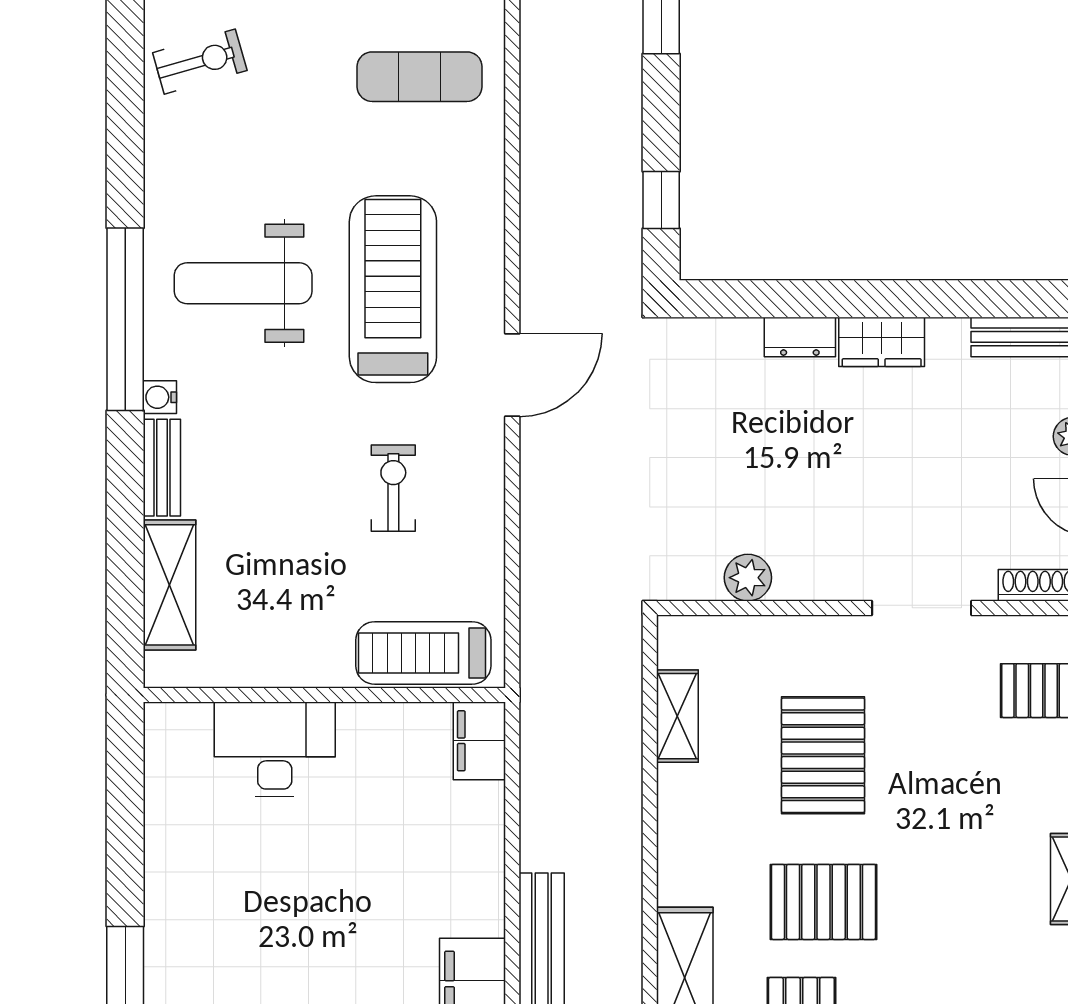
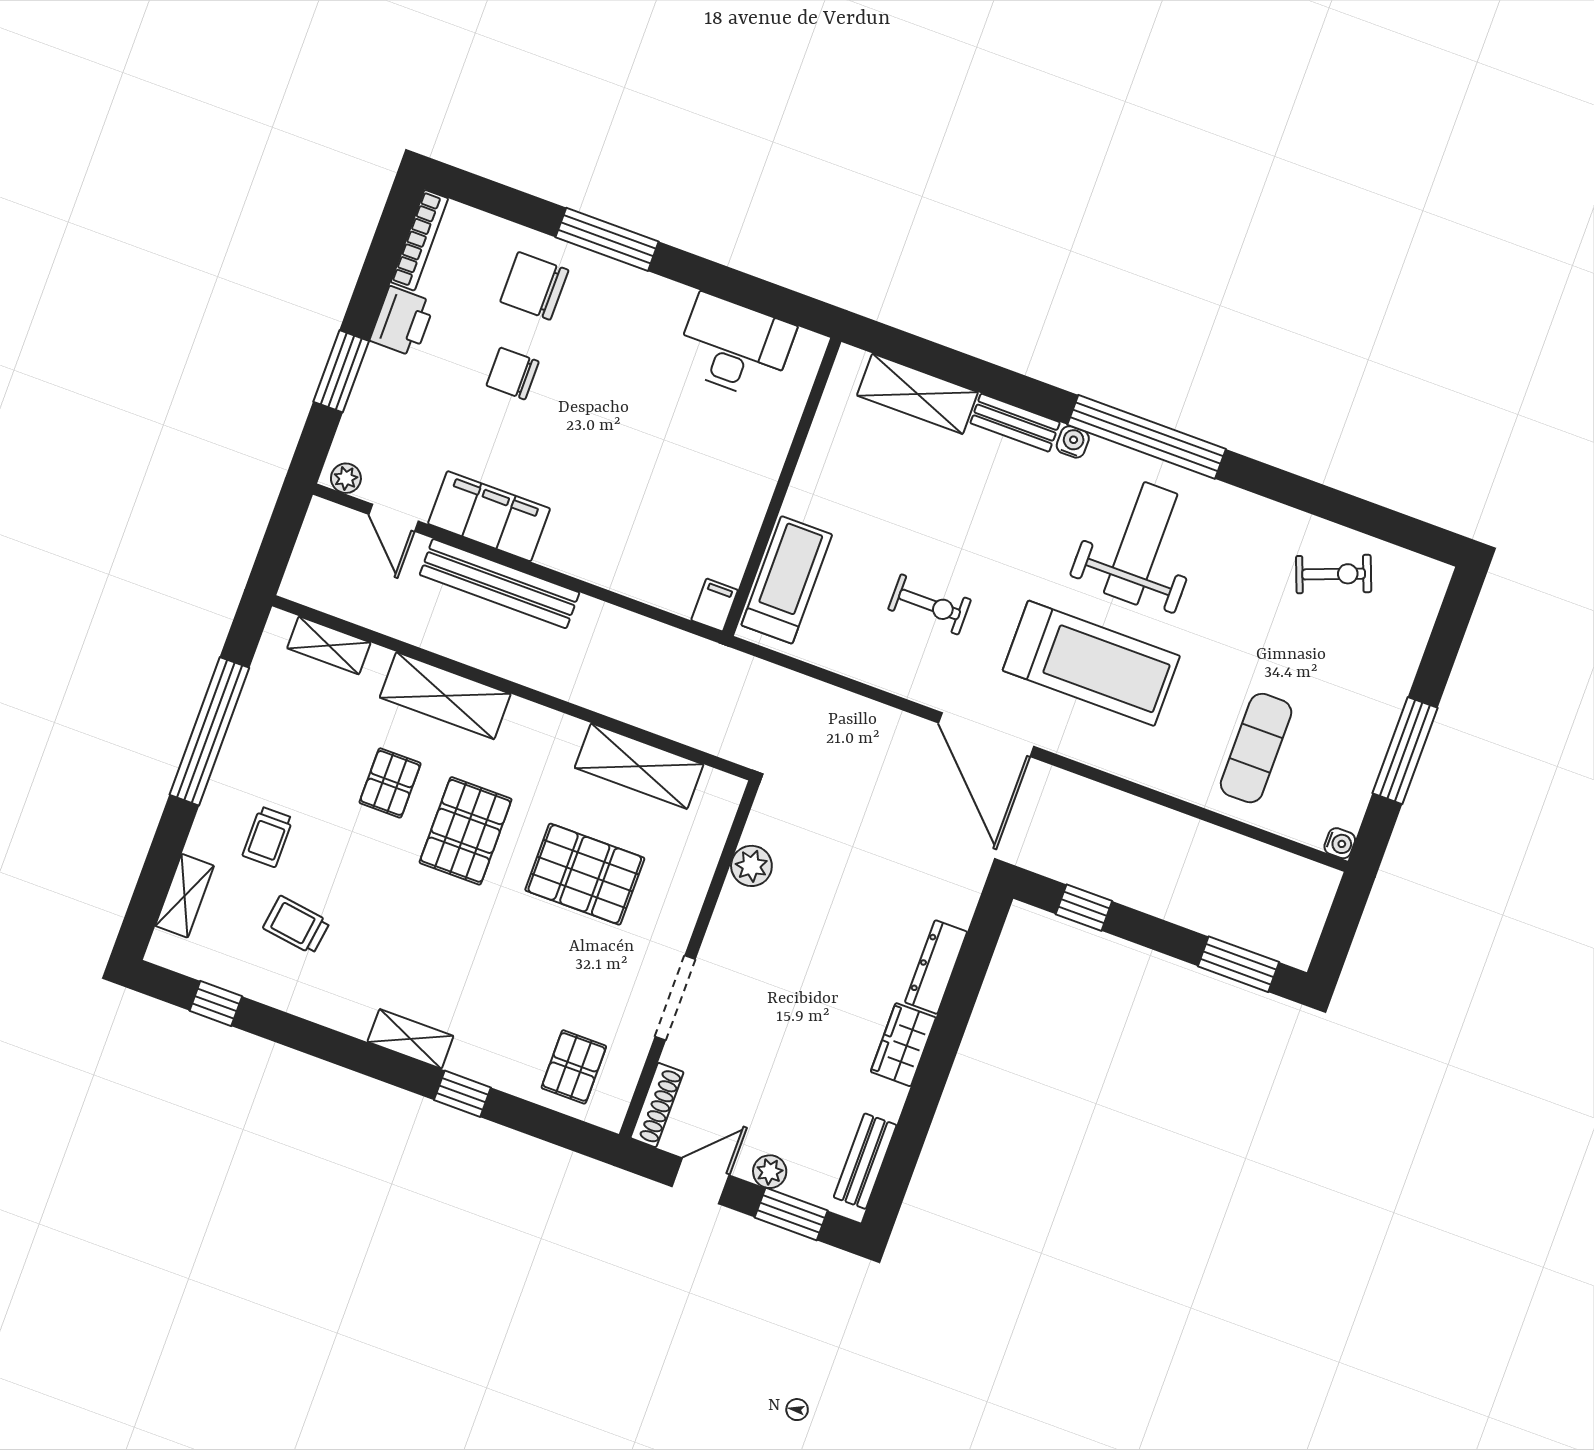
exercise bike: (200, 62) -> (1334, 574), turned -95
dresser: (800, 337) -> (936, 967), width x1.44
door: (512, 375) -> (986, 735), width x1.36
shelving: (677, 716) -> (639, 766), width x1.50, depth x1.33
filing cabinet: (479, 741) -> (715, 605), width x0.50
desk: (275, 749) -> (735, 347), moved, turned -90

